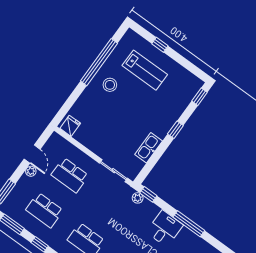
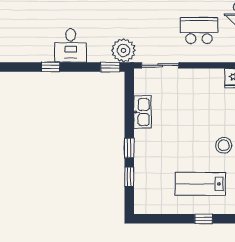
window: (199, 97) -> (129, 177), moved
plant: (138, 198) -> (123, 50), width x1.88, depth x1.88
window: (189, 224) -> (51, 67), width x0.46

